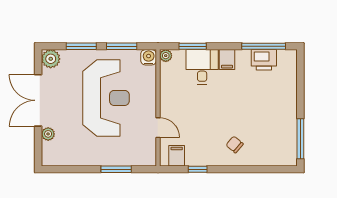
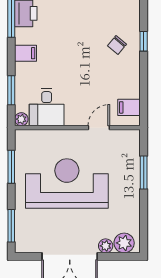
window: (81, 46) -> (11, 226), moved
water cooler: (149, 57) -> (23, 138), removed
plant: (51, 59) -> (124, 243), moved
desk: (202, 67) -> (47, 107), moved, turned -90
window: (198, 169) -> (144, 41), moved

